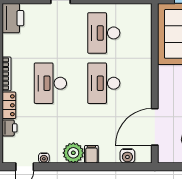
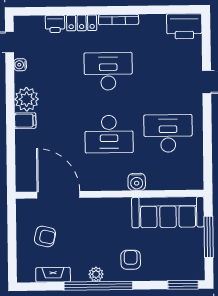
desk: (104, 83) -> (109, 134), turned 180
water cooler: (127, 156) -> (137, 182), moved, turned -90

